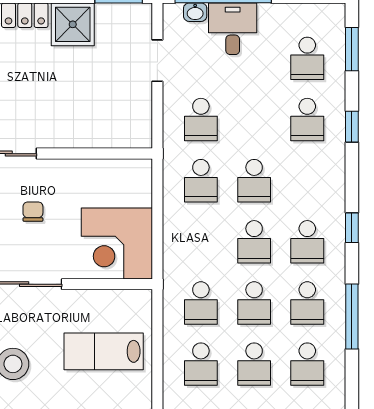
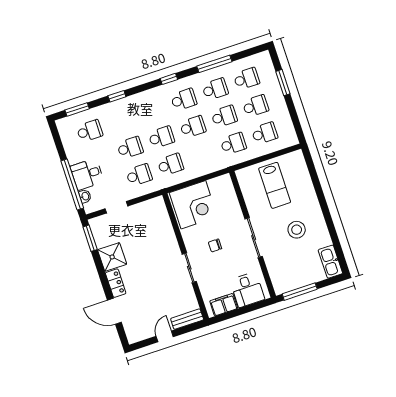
school desk: (307, 120) -> (130, 148), moved
corner desk: (117, 243) -> (193, 205), moved

